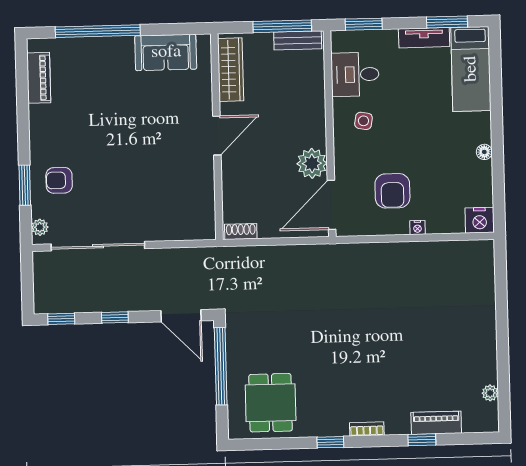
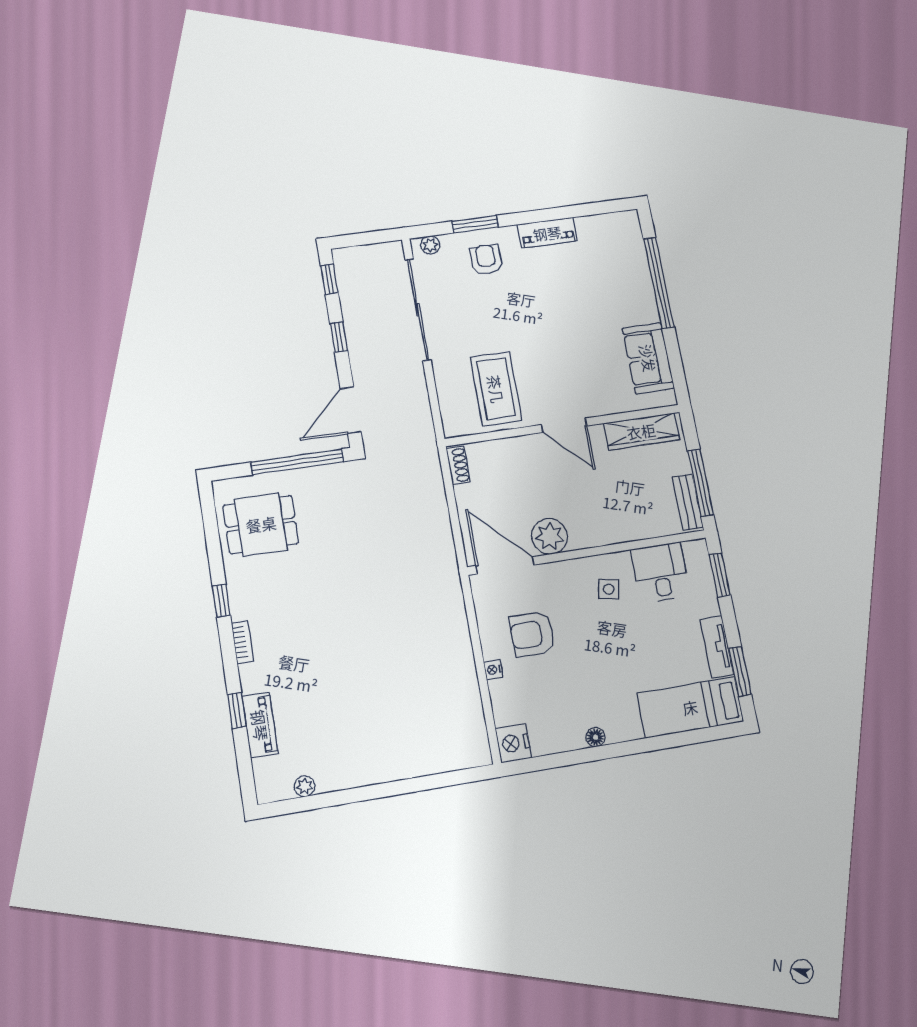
piano: (39, 78) -> (547, 233), moved
coffee table: (177, 189) -> (496, 389), added

